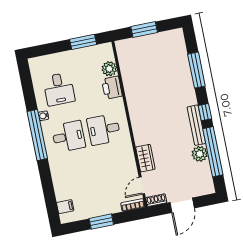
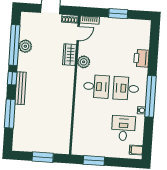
plant: (109, 69) -> (84, 62), moved
printer: (112, 88) -> (141, 58), moved, turned 180
bench: (196, 125) -> (21, 88), moved
filing cabinet: (65, 207) -> (136, 150), moved

